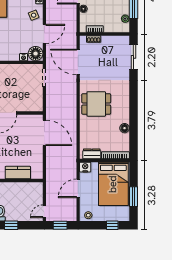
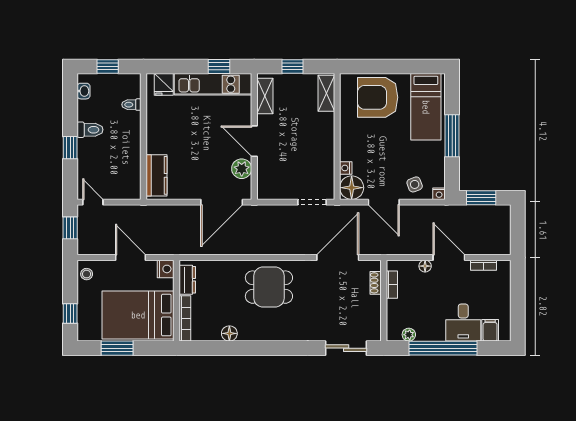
dining table: (96, 104) -> (269, 287), turned 90
plant: (24, 121) -> (242, 169), added
kitchen counter: (18, 173) -> (157, 175), moved

